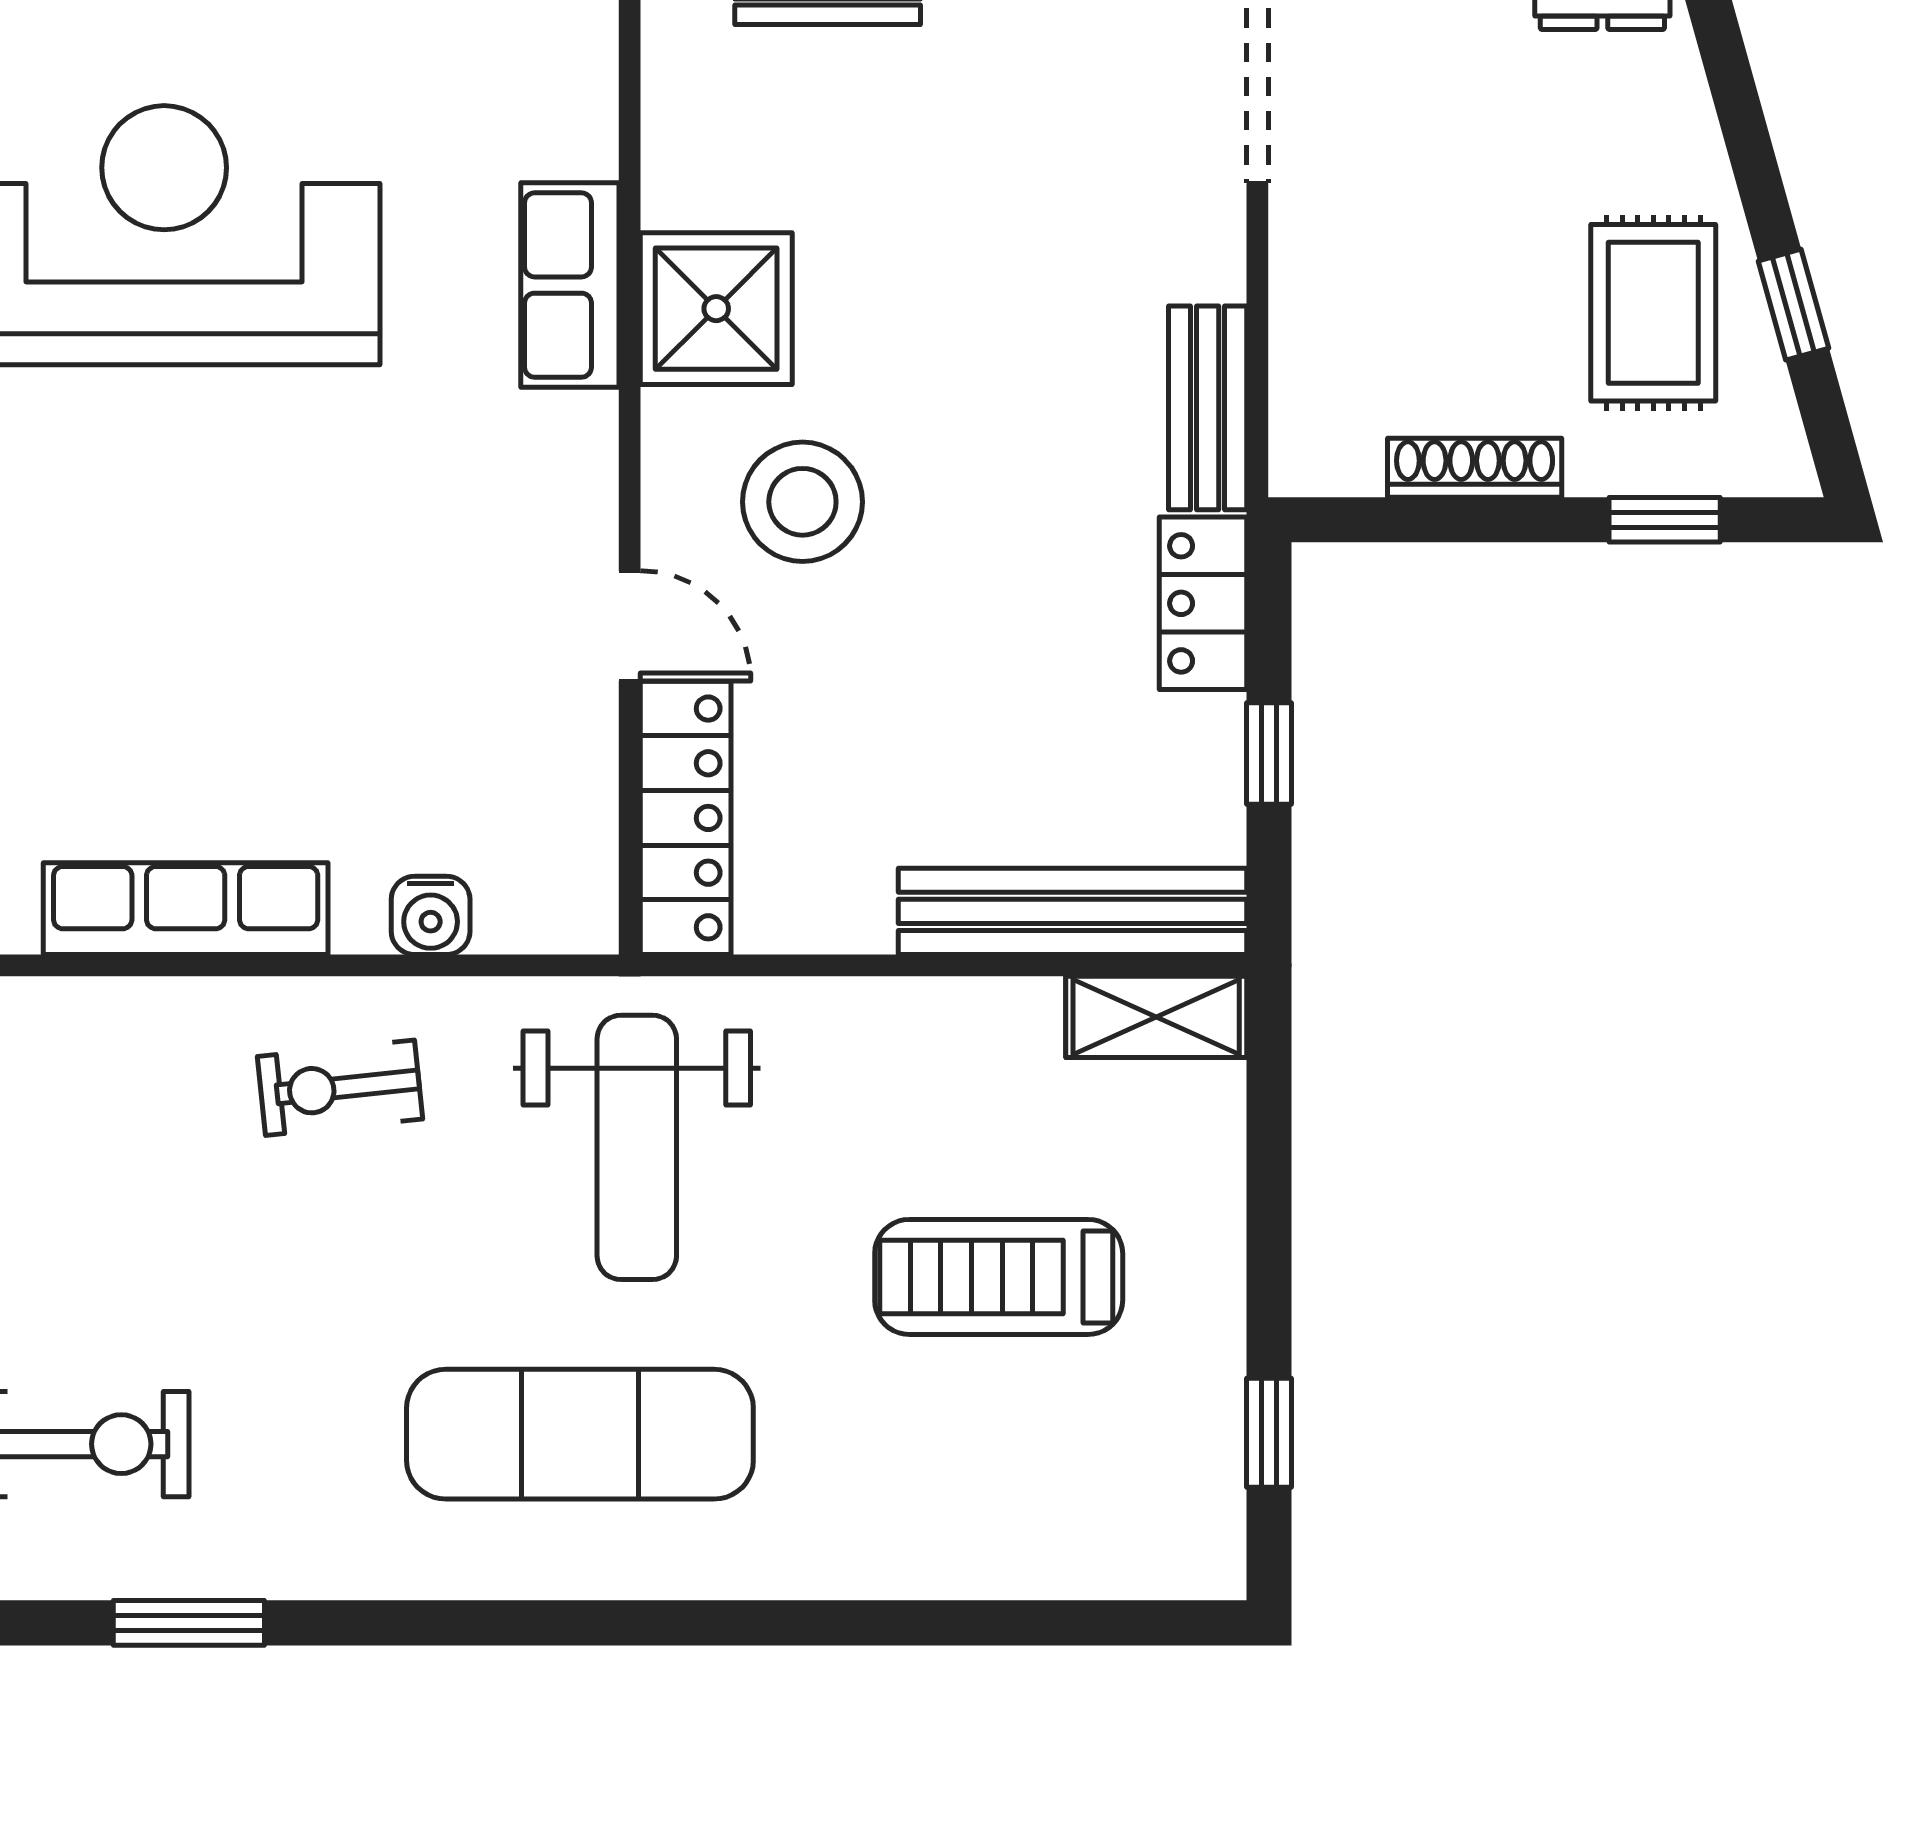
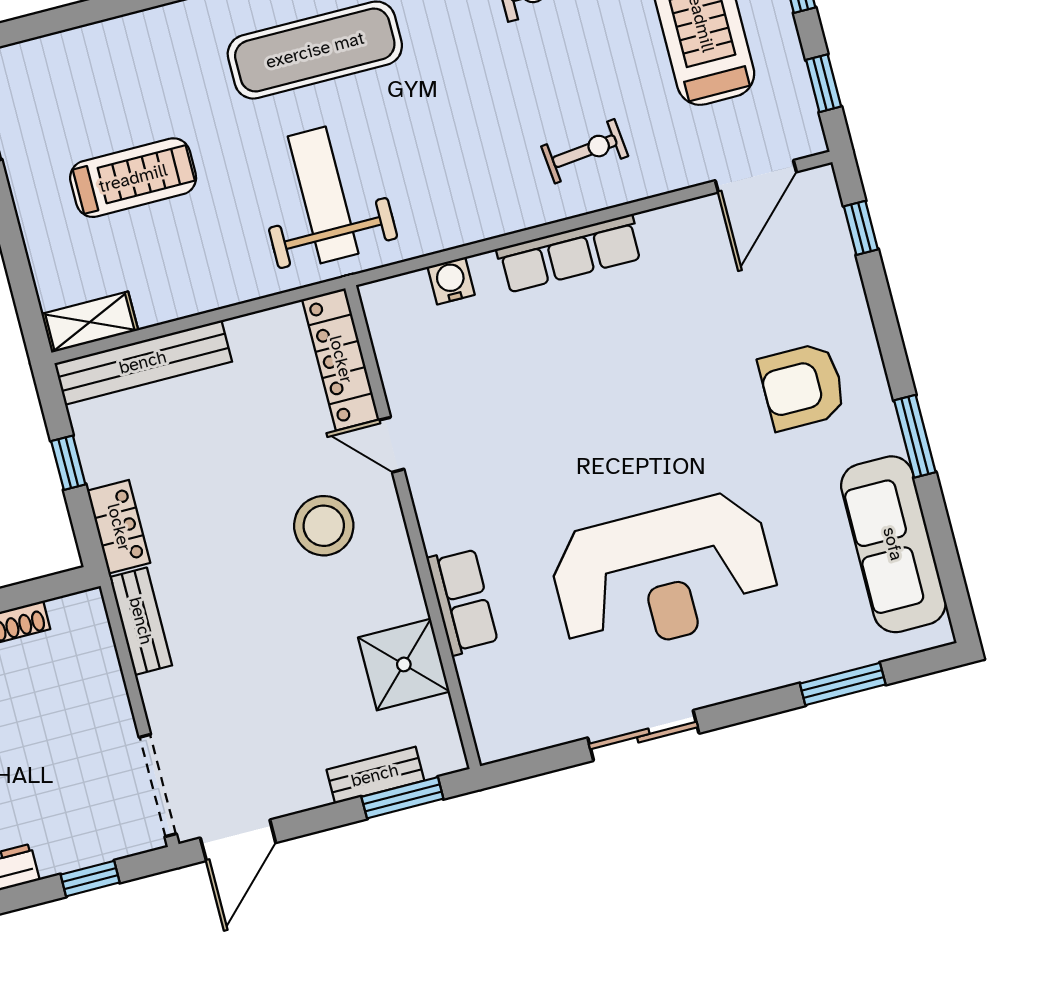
shower: (716, 309) -> (404, 664), moved
exercise bike: (340, 1088) -> (585, 151), moved

